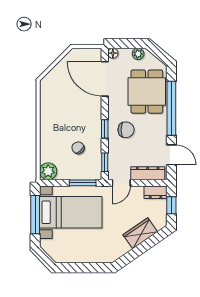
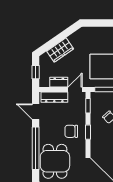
dresser: (156, 192) -> (59, 82), moved

